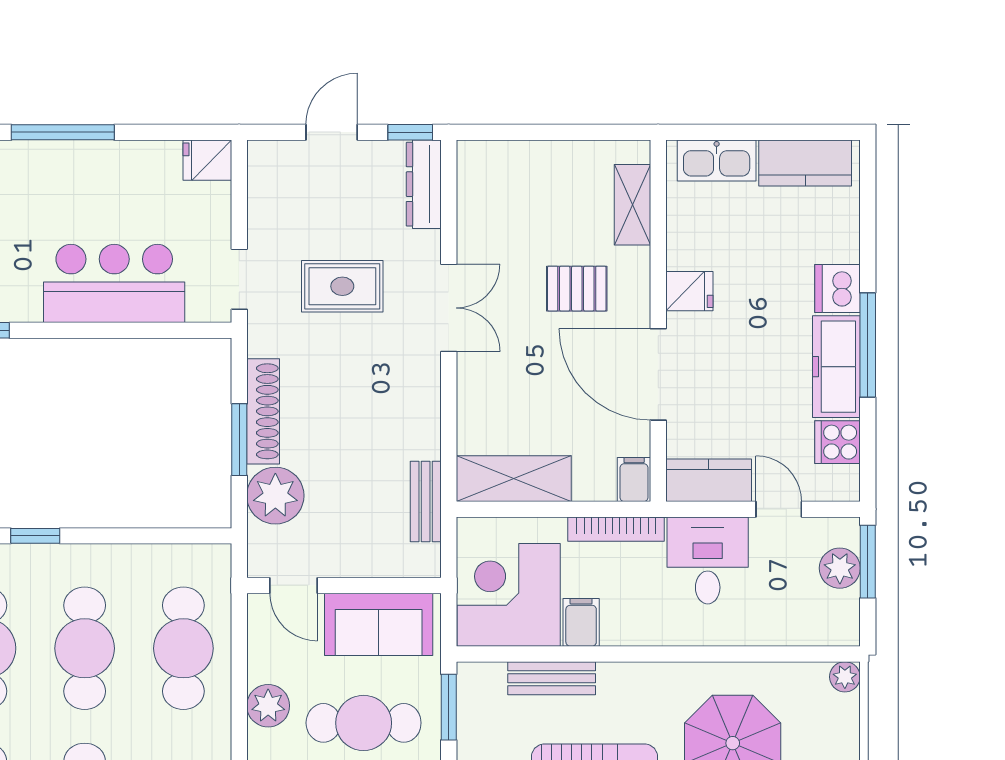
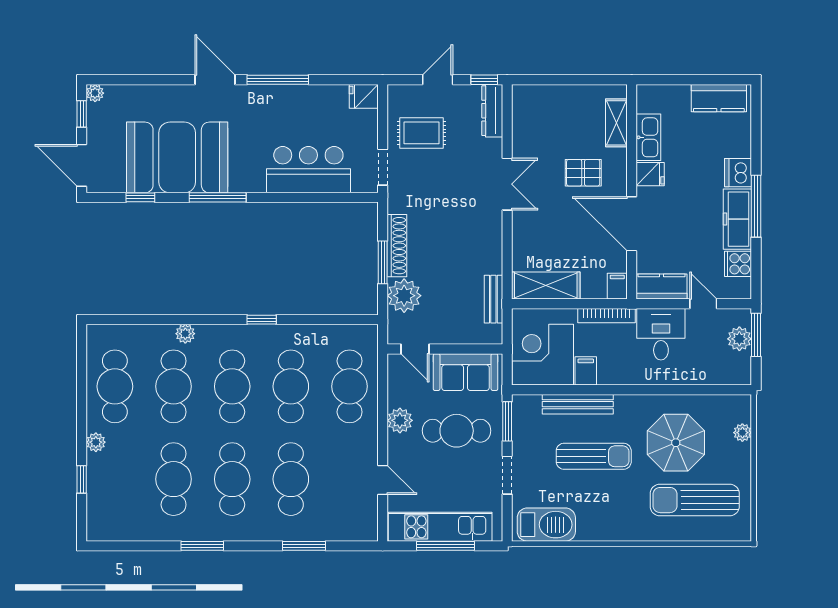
kitchen sink: (717, 160) -> (648, 137), moved, turned -90
rug: (342, 286) -> (422, 133), moved
plant: (845, 677) -> (742, 433), moved
bench: (552, 678) -> (578, 404), width x1.36

